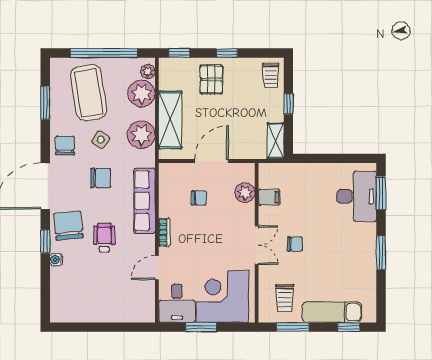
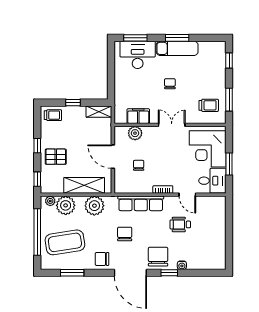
side table: (101, 140) -> (98, 234), removed
filing cabinet: (269, 197) -> (138, 116), width x2.00
chair: (68, 226) -> (158, 257), turned 96
wheelchair: (104, 238) -> (180, 224), moved
chair: (295, 244) -> (170, 84), moved
exam couch: (332, 312) -> (177, 48), moved, turned -90

